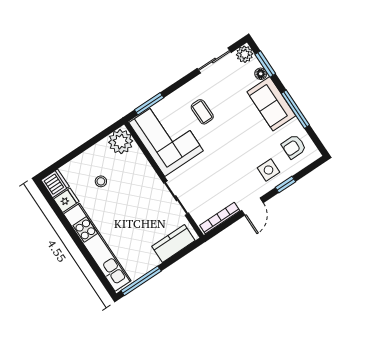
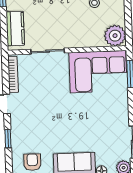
coffee table: (202, 112) -> (100, 110), removed
side table: (269, 170) -> (26, 133), removed

